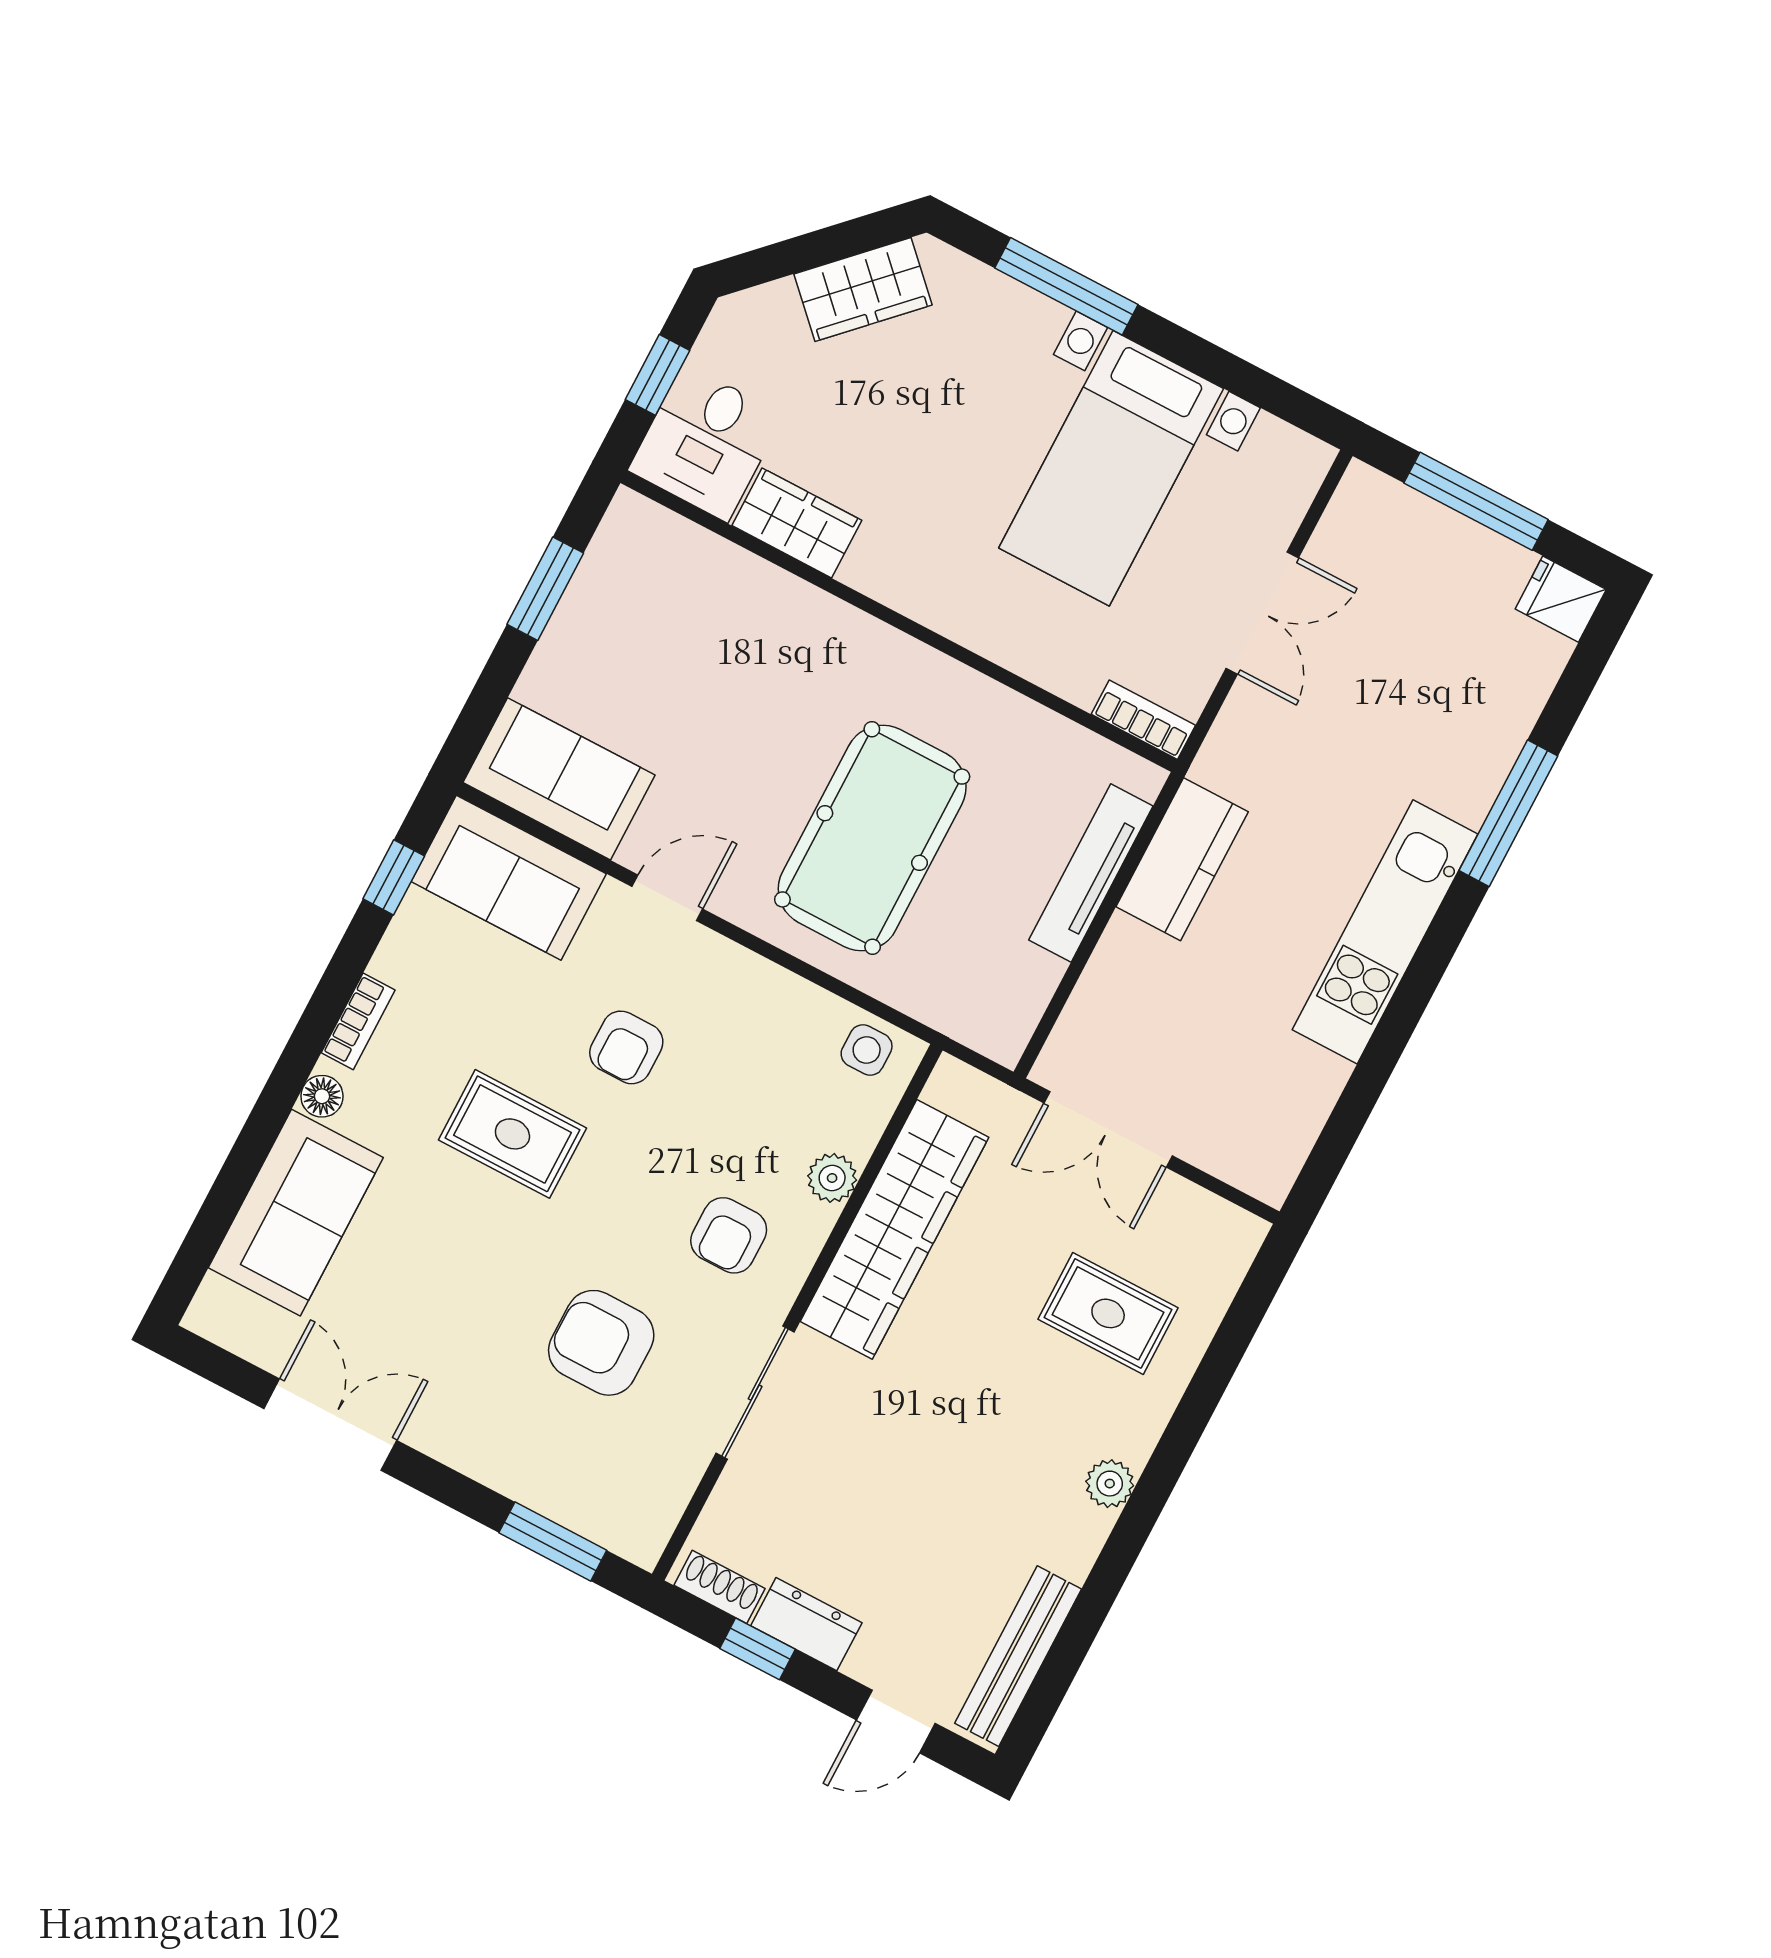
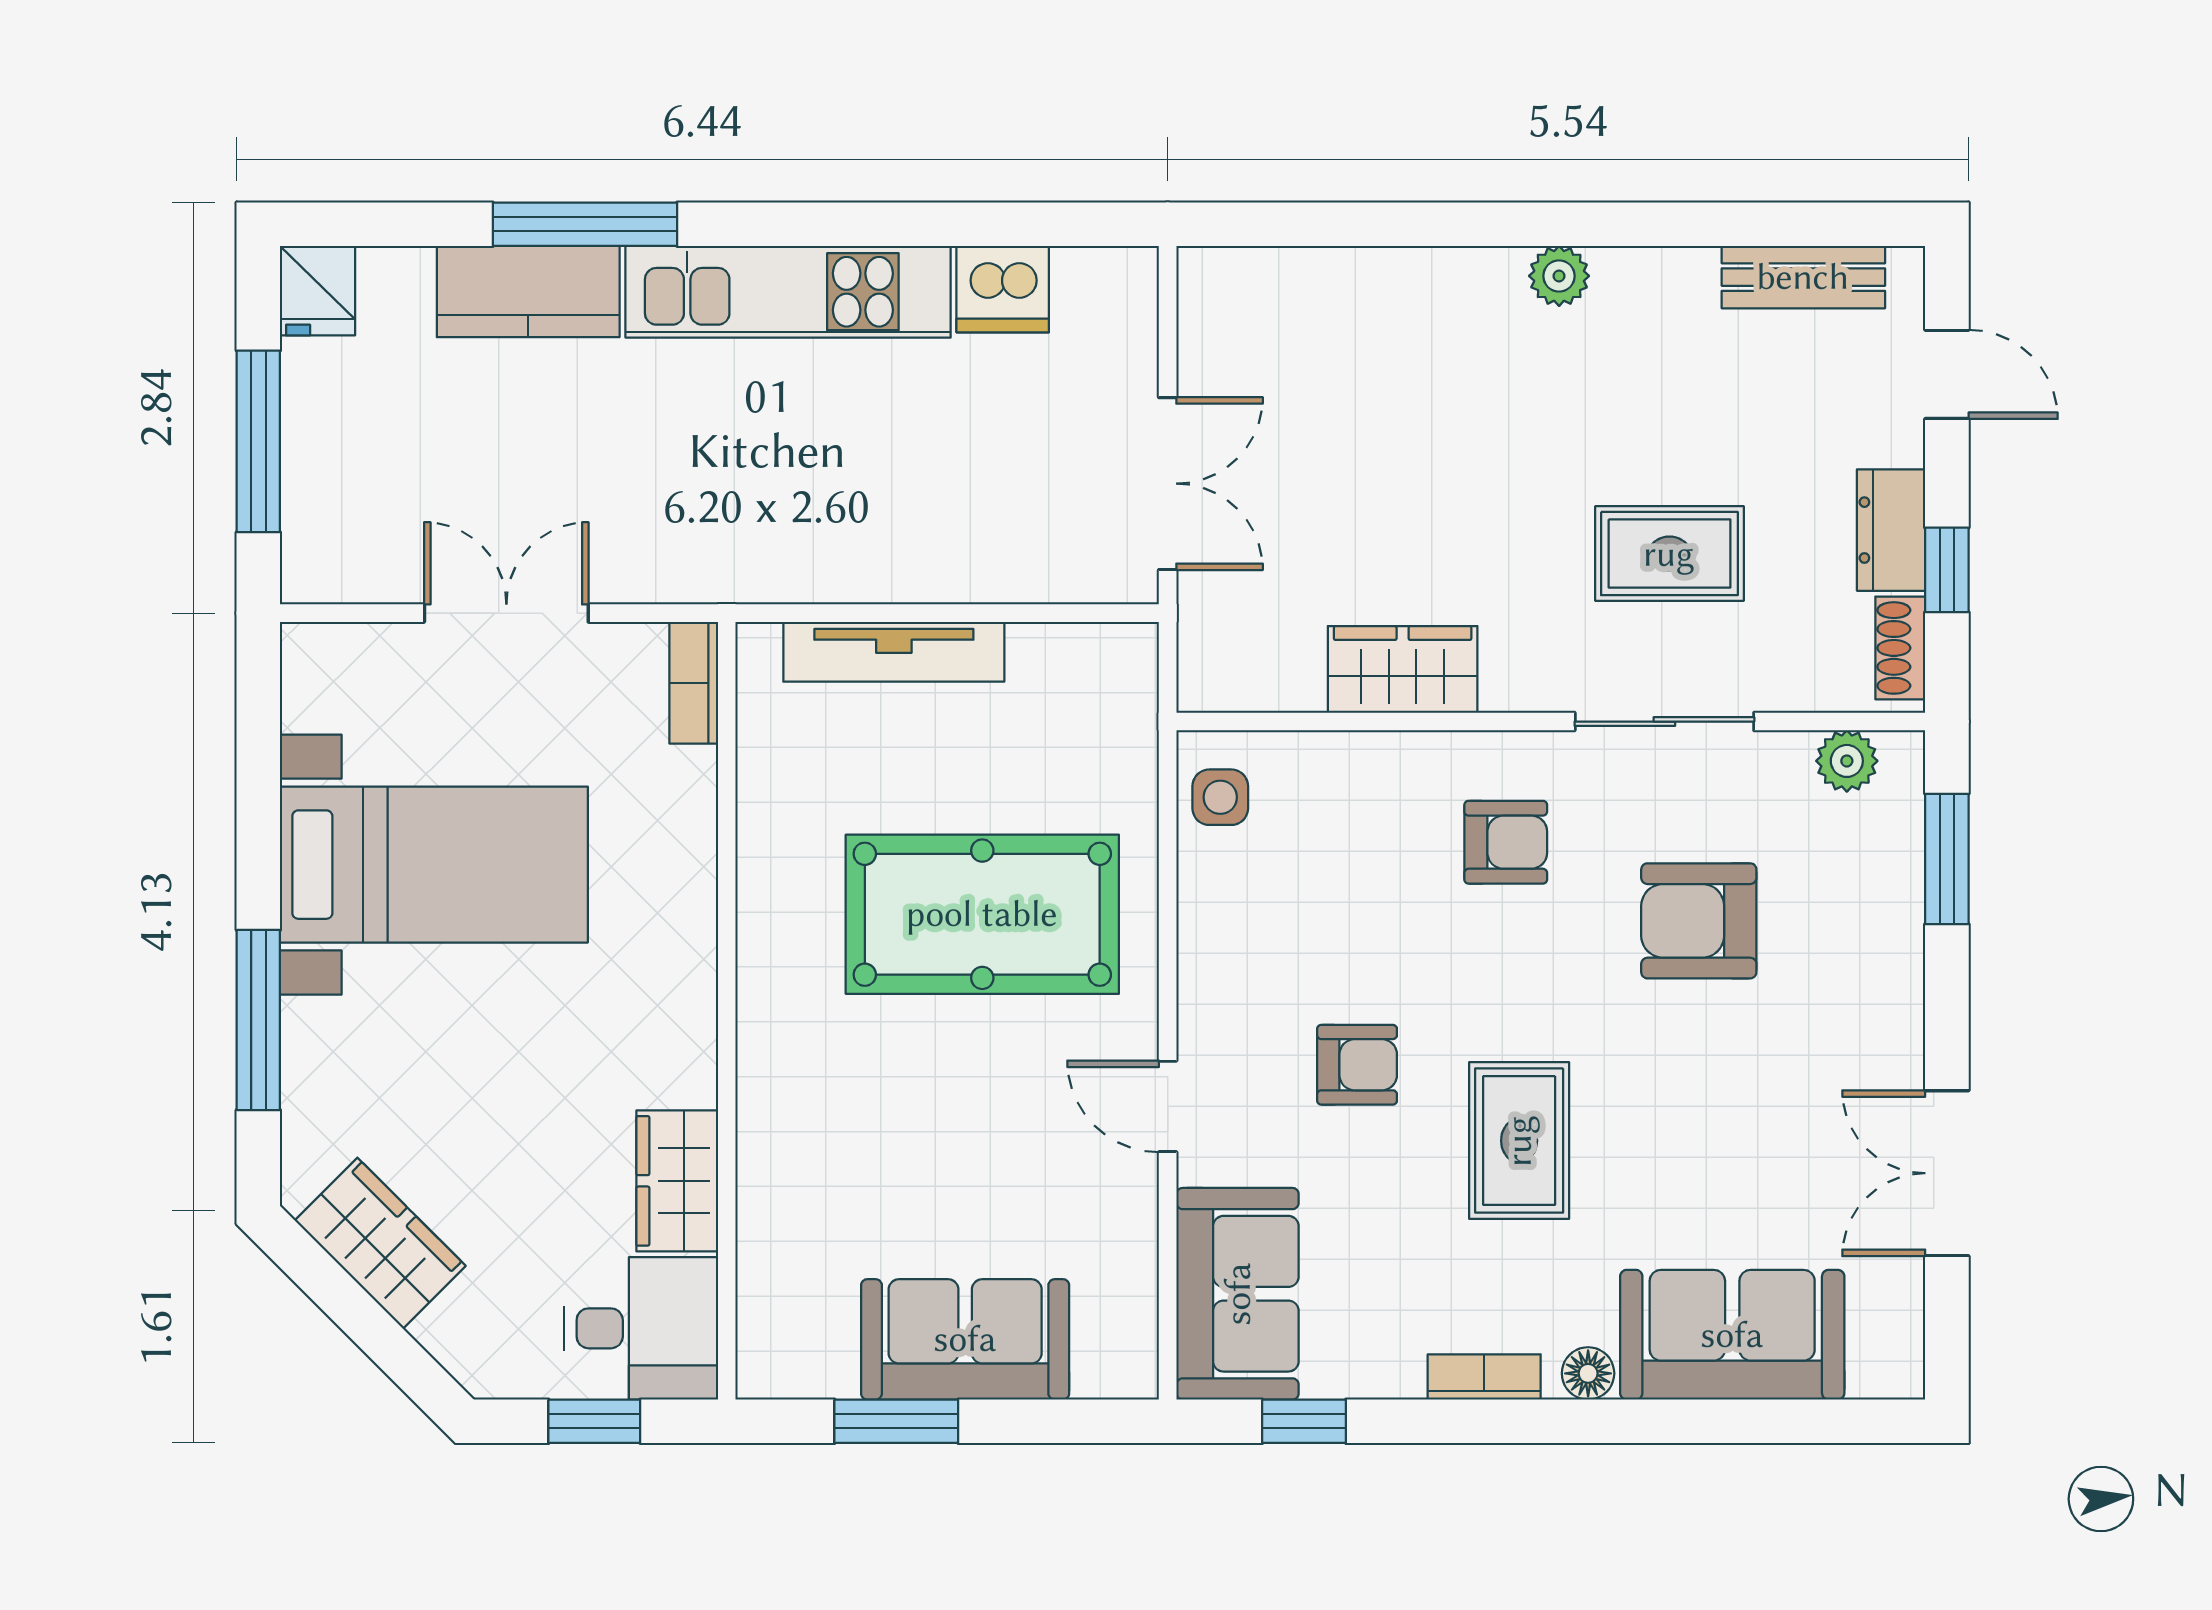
sofa: (559, 779) -> (965, 1339), moved, turned 90
kitchen counter: (1182, 859) -> (528, 292), moved, turned 180
dishwasher: (1307, 1085) -> (1003, 289), added
plant: (832, 1178) -> (1847, 761), moved
wardrobe: (895, 1229) -> (1403, 669), width x0.48, depth x0.85
rug: (1108, 1313) -> (1669, 554), moved, turned 90
armchair: (601, 1343) -> (1699, 921), turned 90
bench: (1018, 1656) -> (1803, 277), width x0.73

